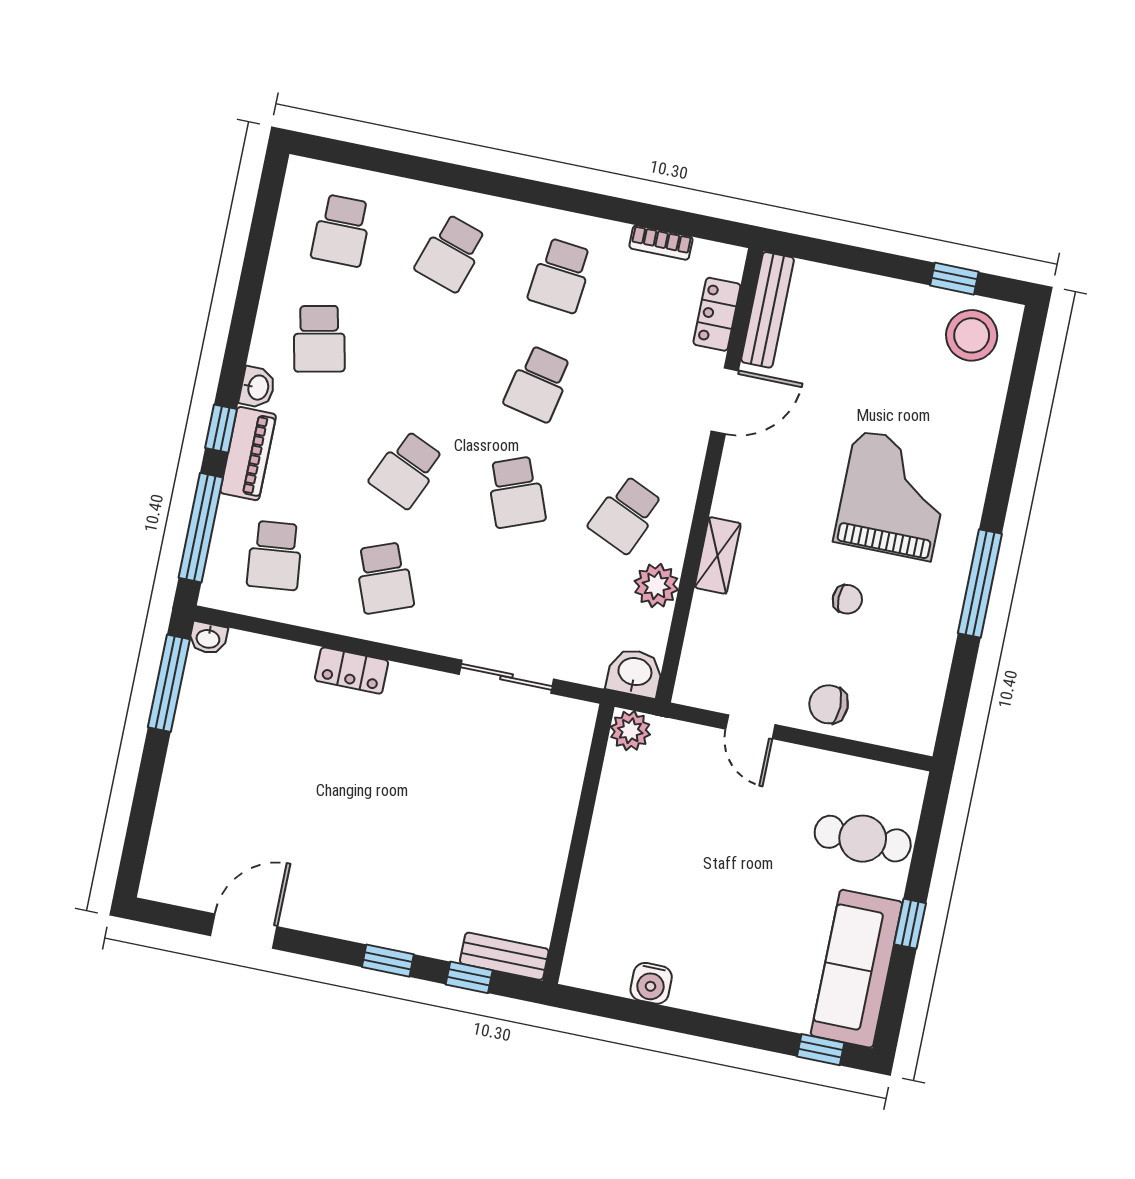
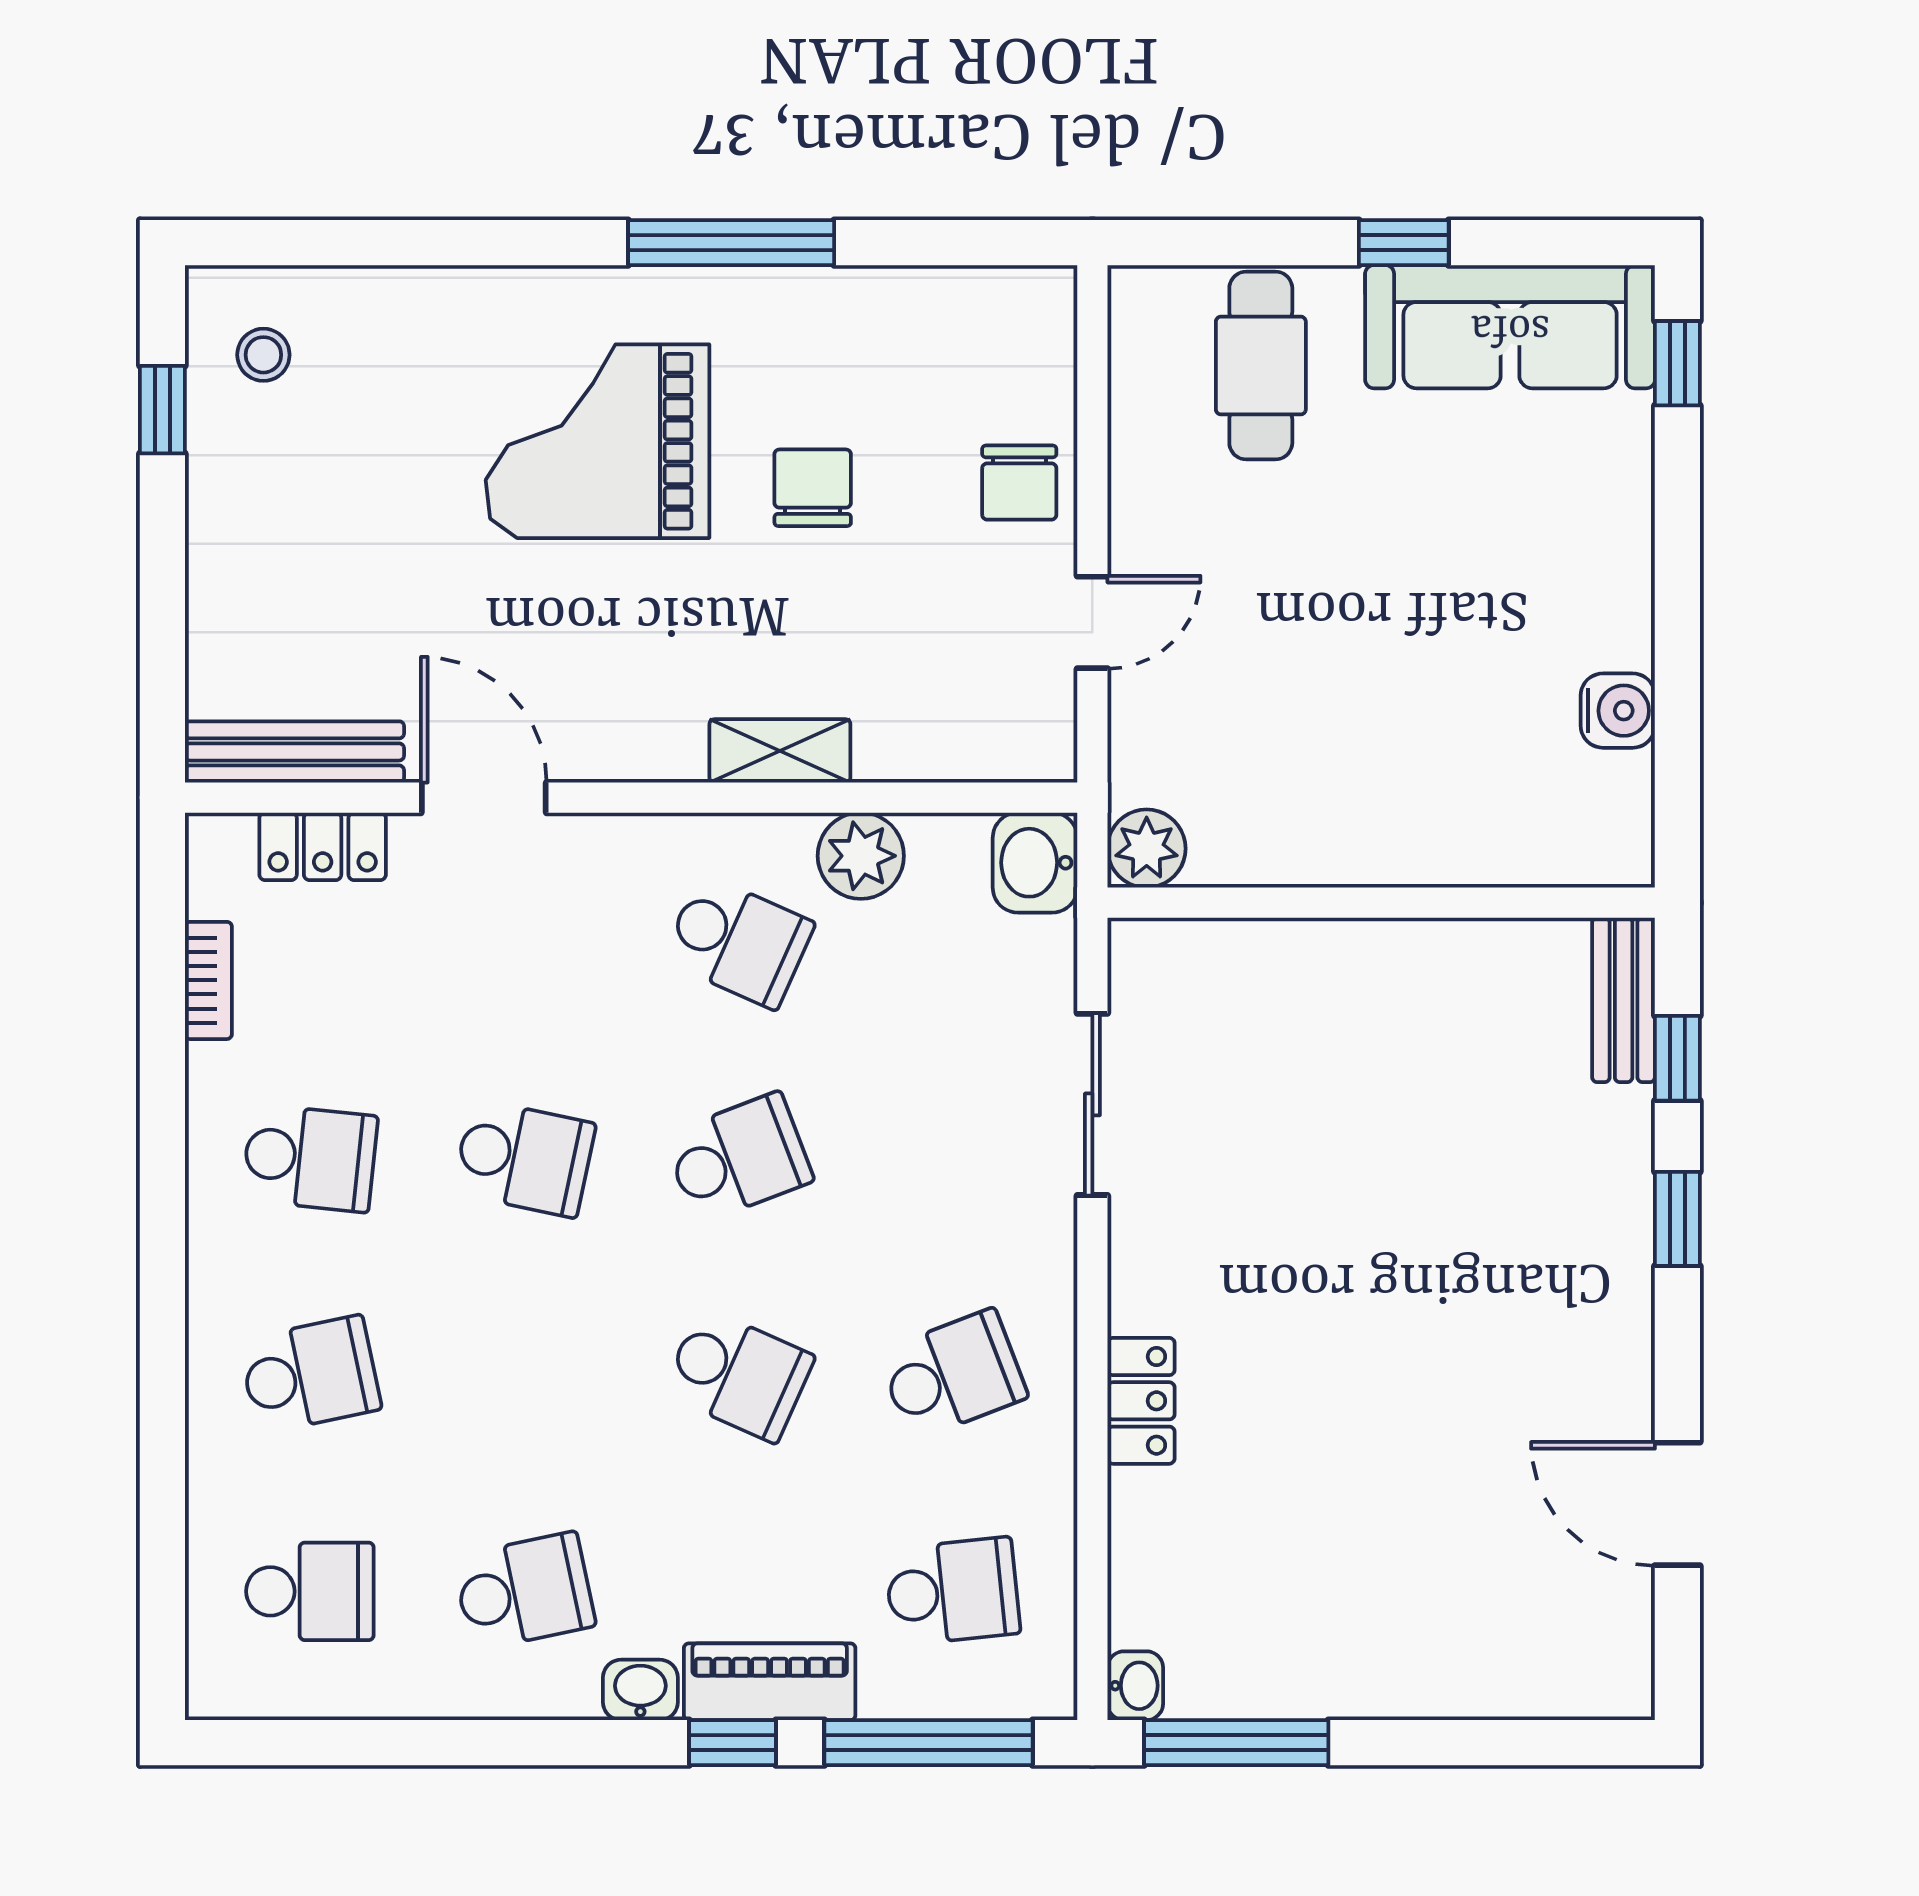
school desk: (451, 253) -> (310, 1375), turned -30
stool: (972, 335) -> (263, 355), width x0.53, depth x0.53
chair: (847, 599) -> (813, 488), width x1.37, depth x1.37

